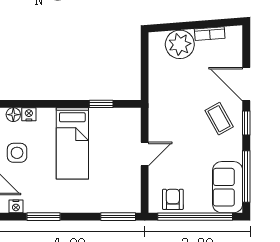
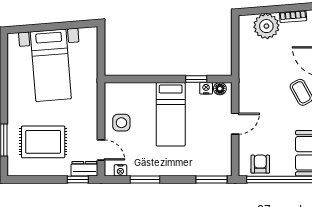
nightstand: (29, 114) -> (206, 88), moved
floor lamp: (13, 115) -> (220, 89), moved

